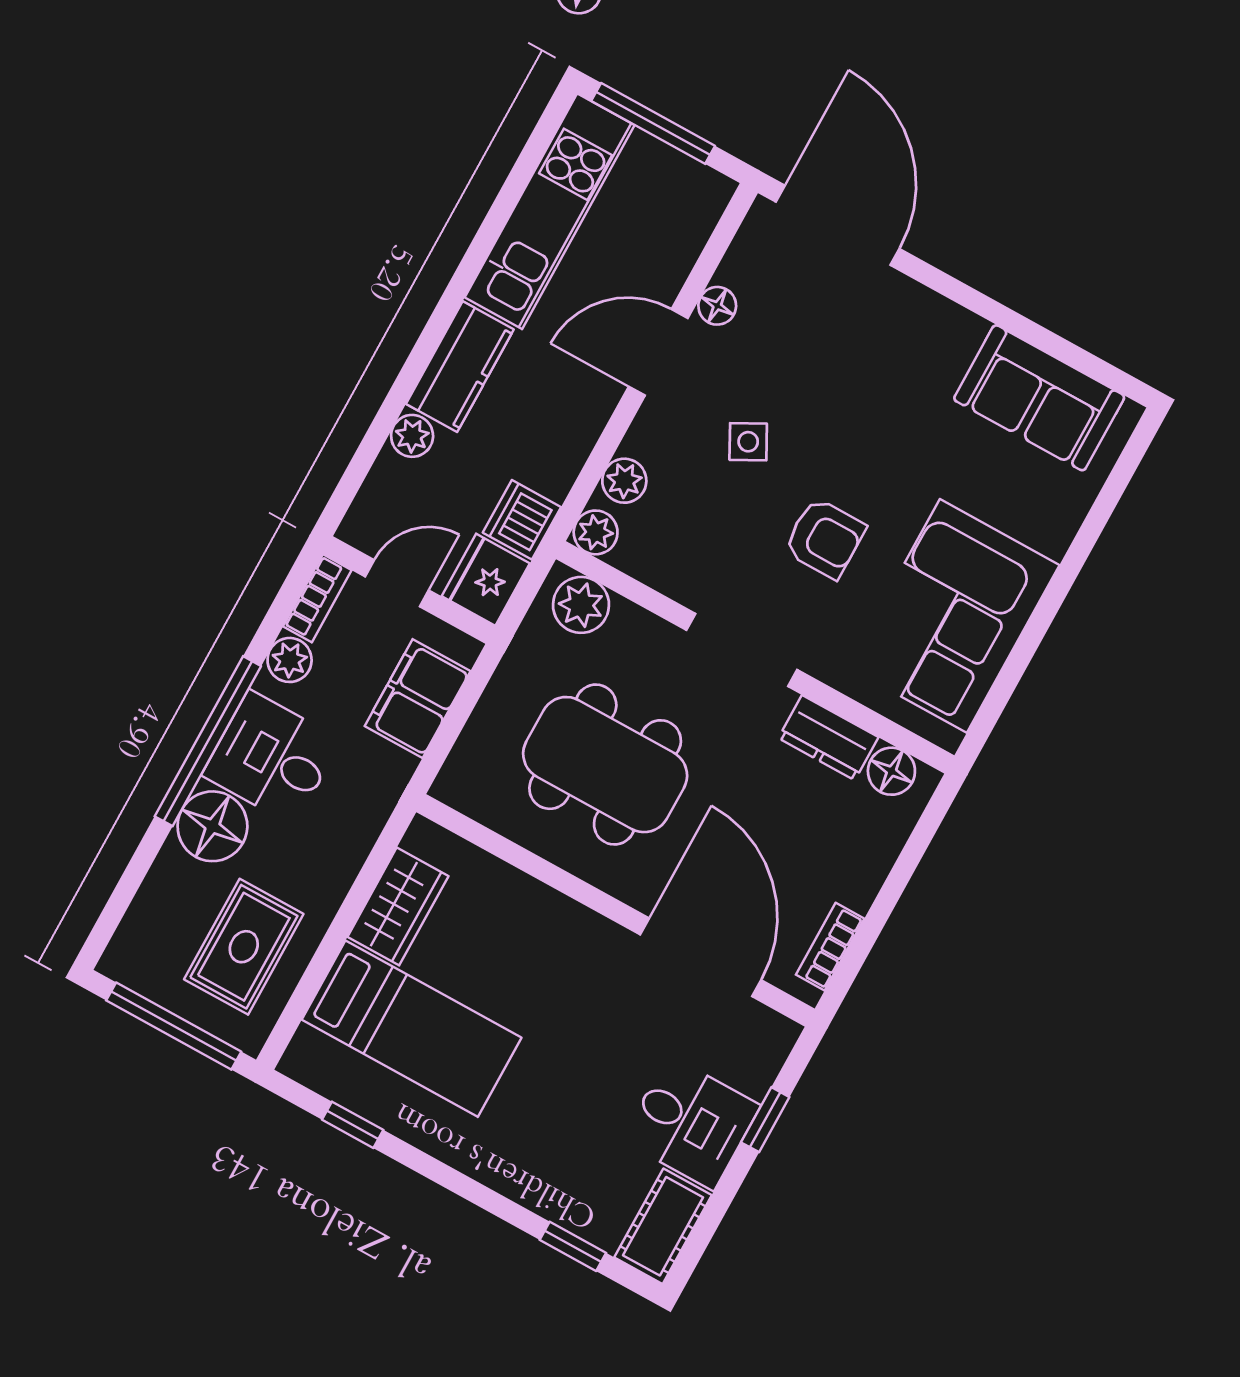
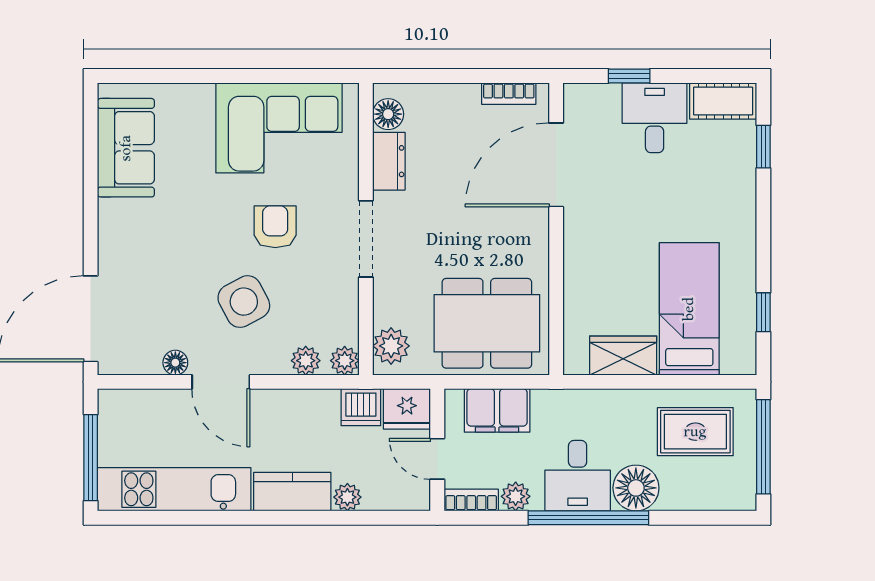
side table: (748, 442) -> (244, 302), width x1.87, depth x1.87
dining table: (605, 765) -> (487, 323), moved, turned 90

